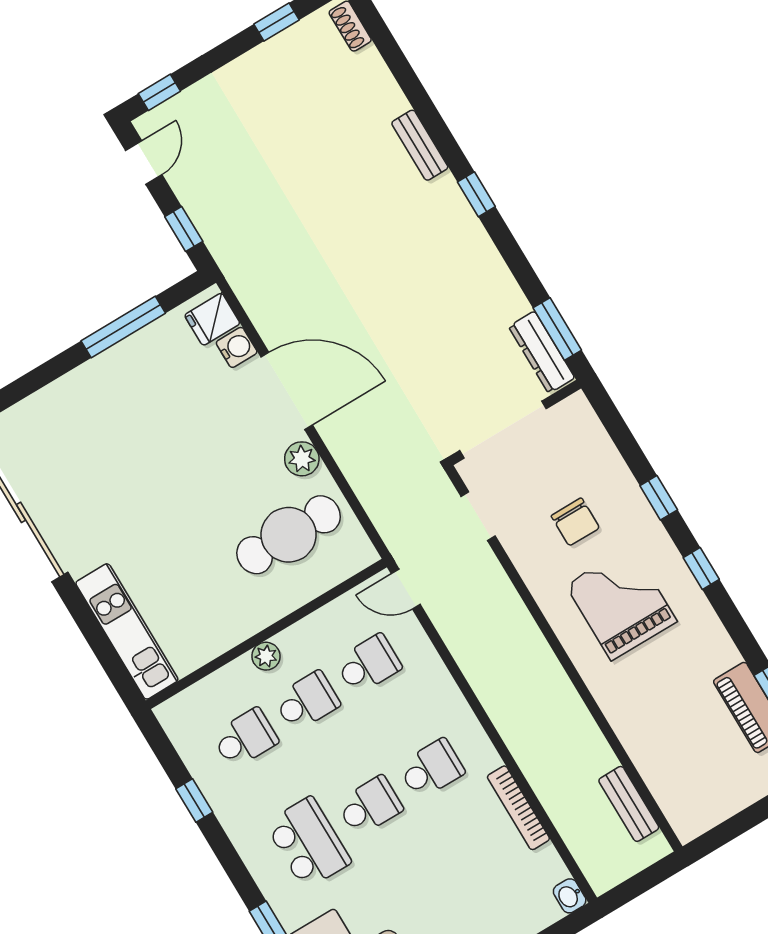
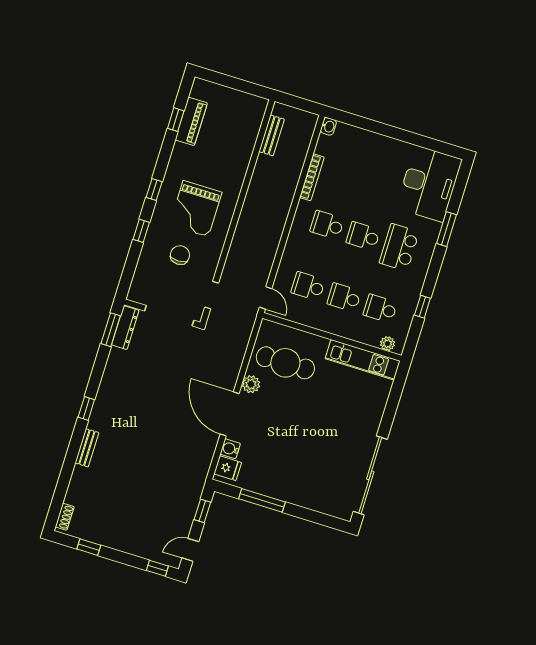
kitchen unit: (127, 631) -> (363, 360), moved, turned -90
plant: (266, 656) -> (387, 344), moved

